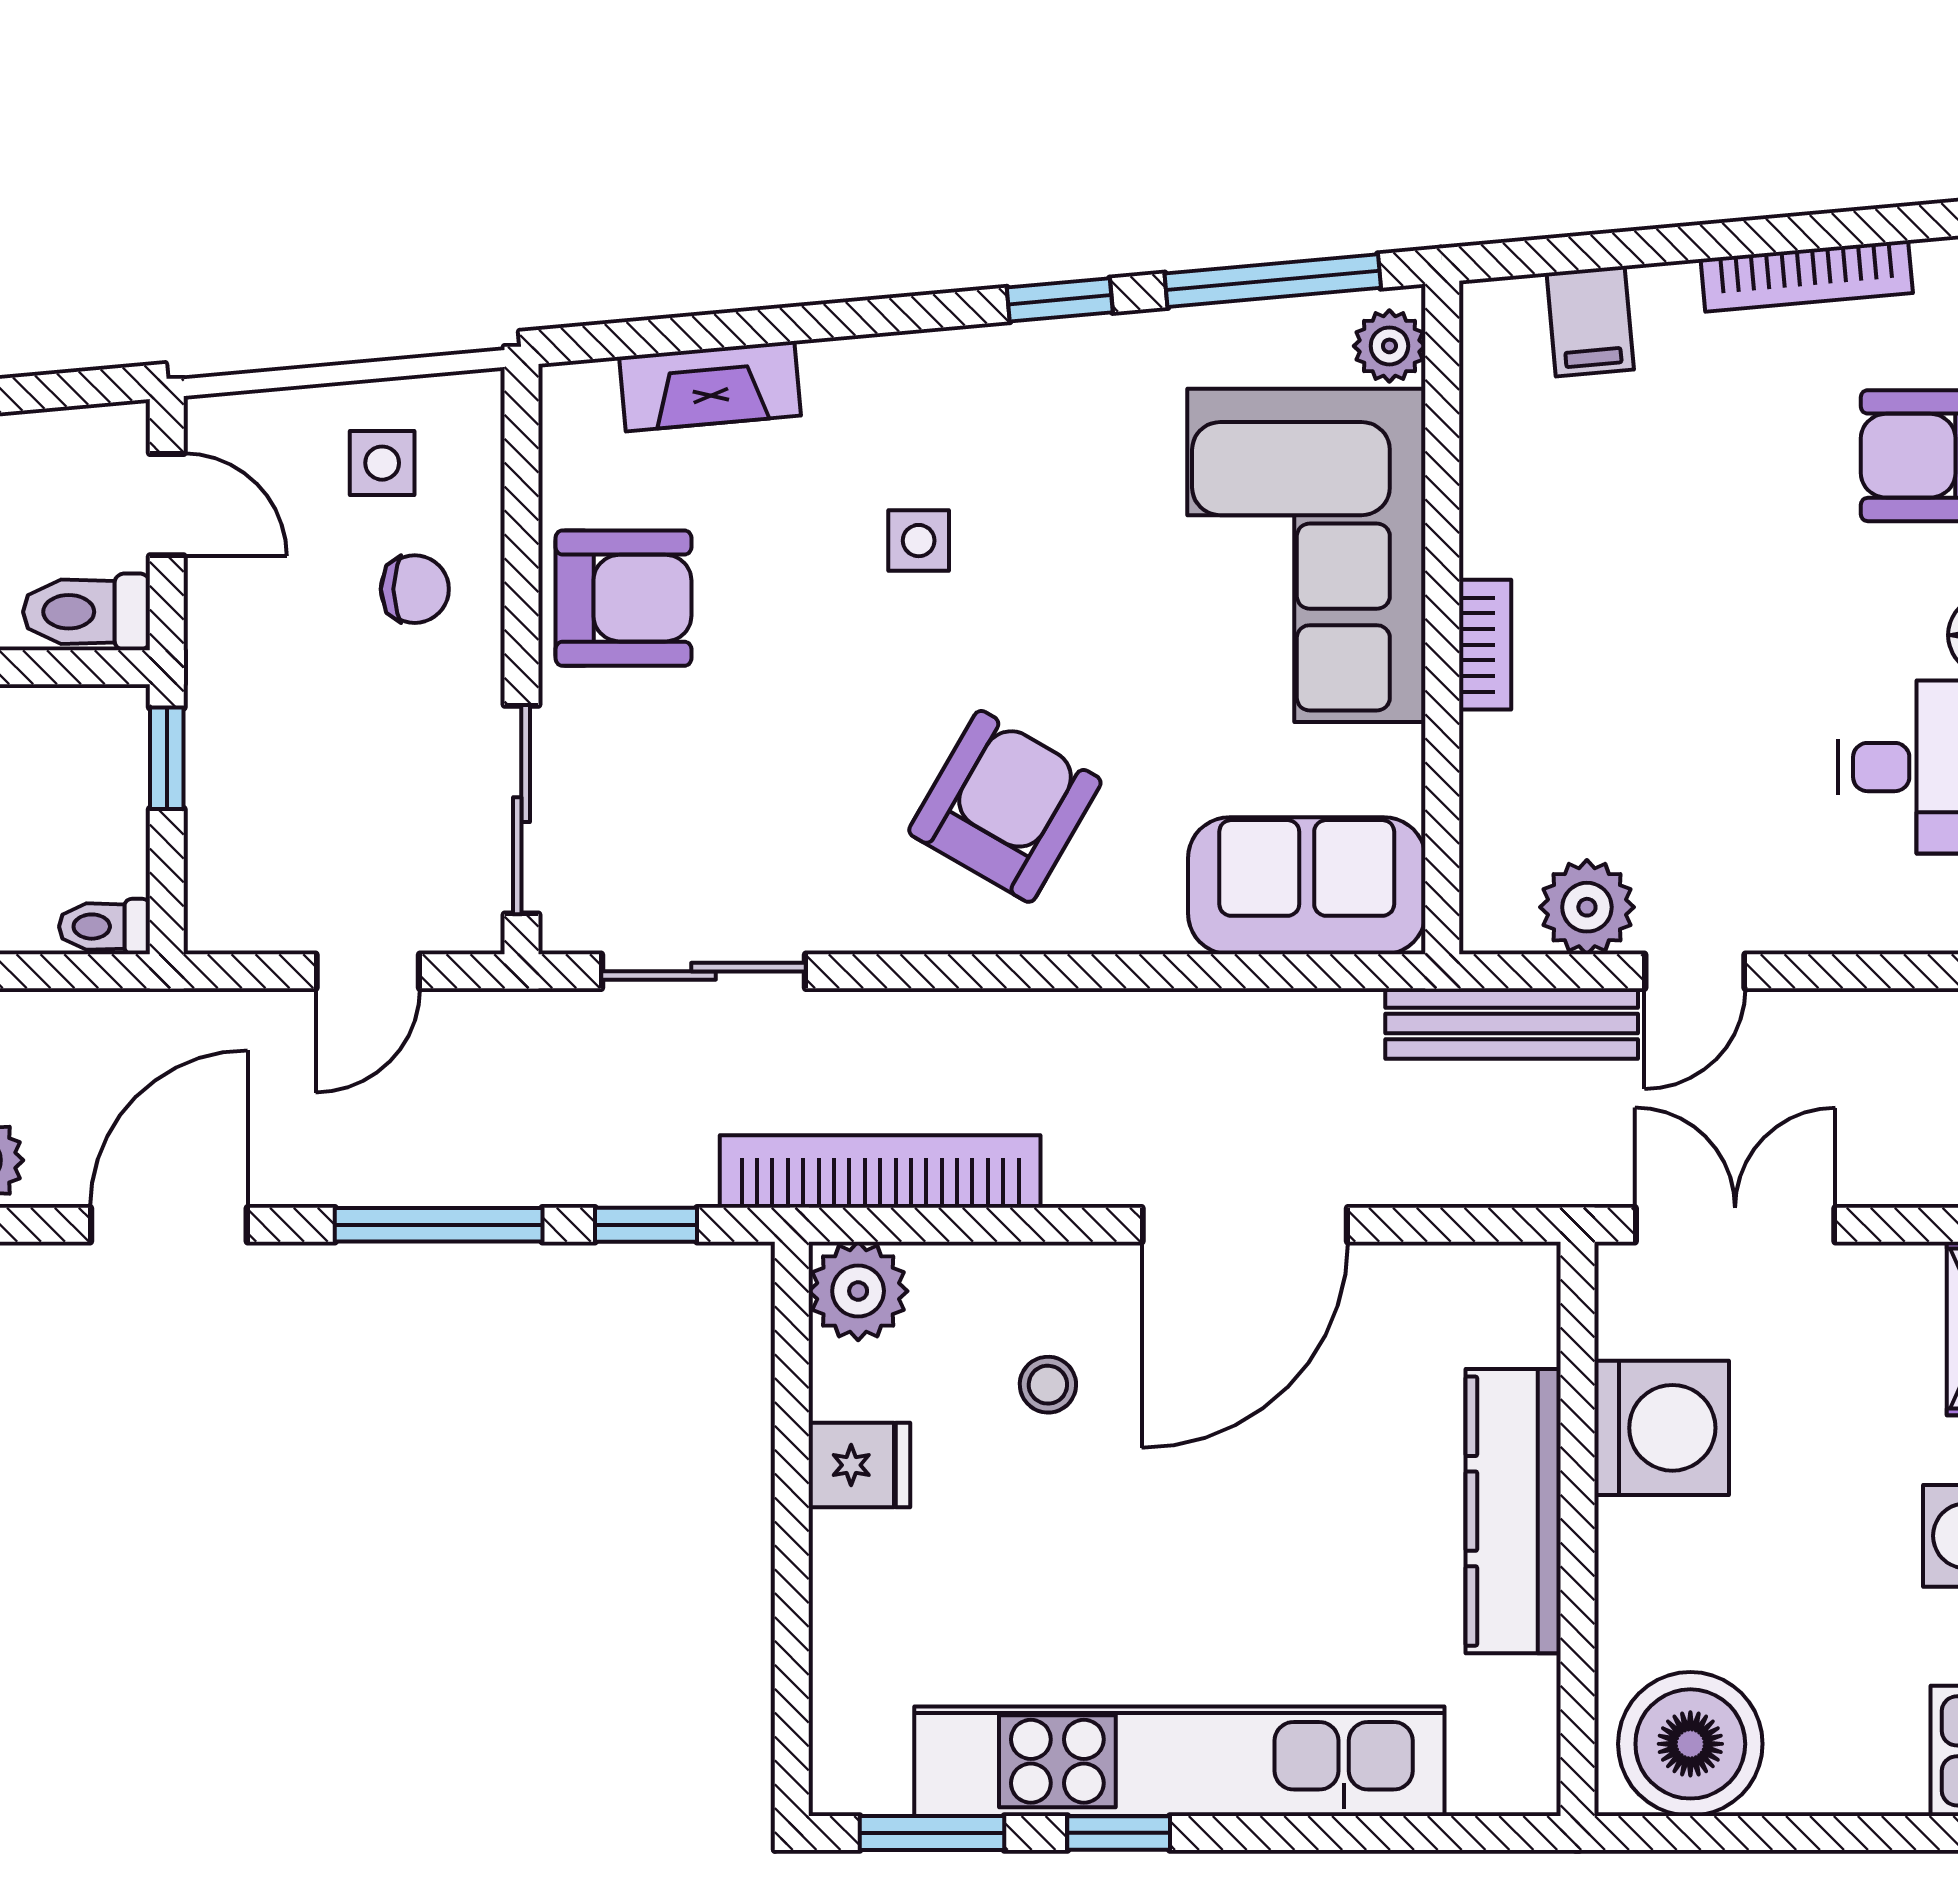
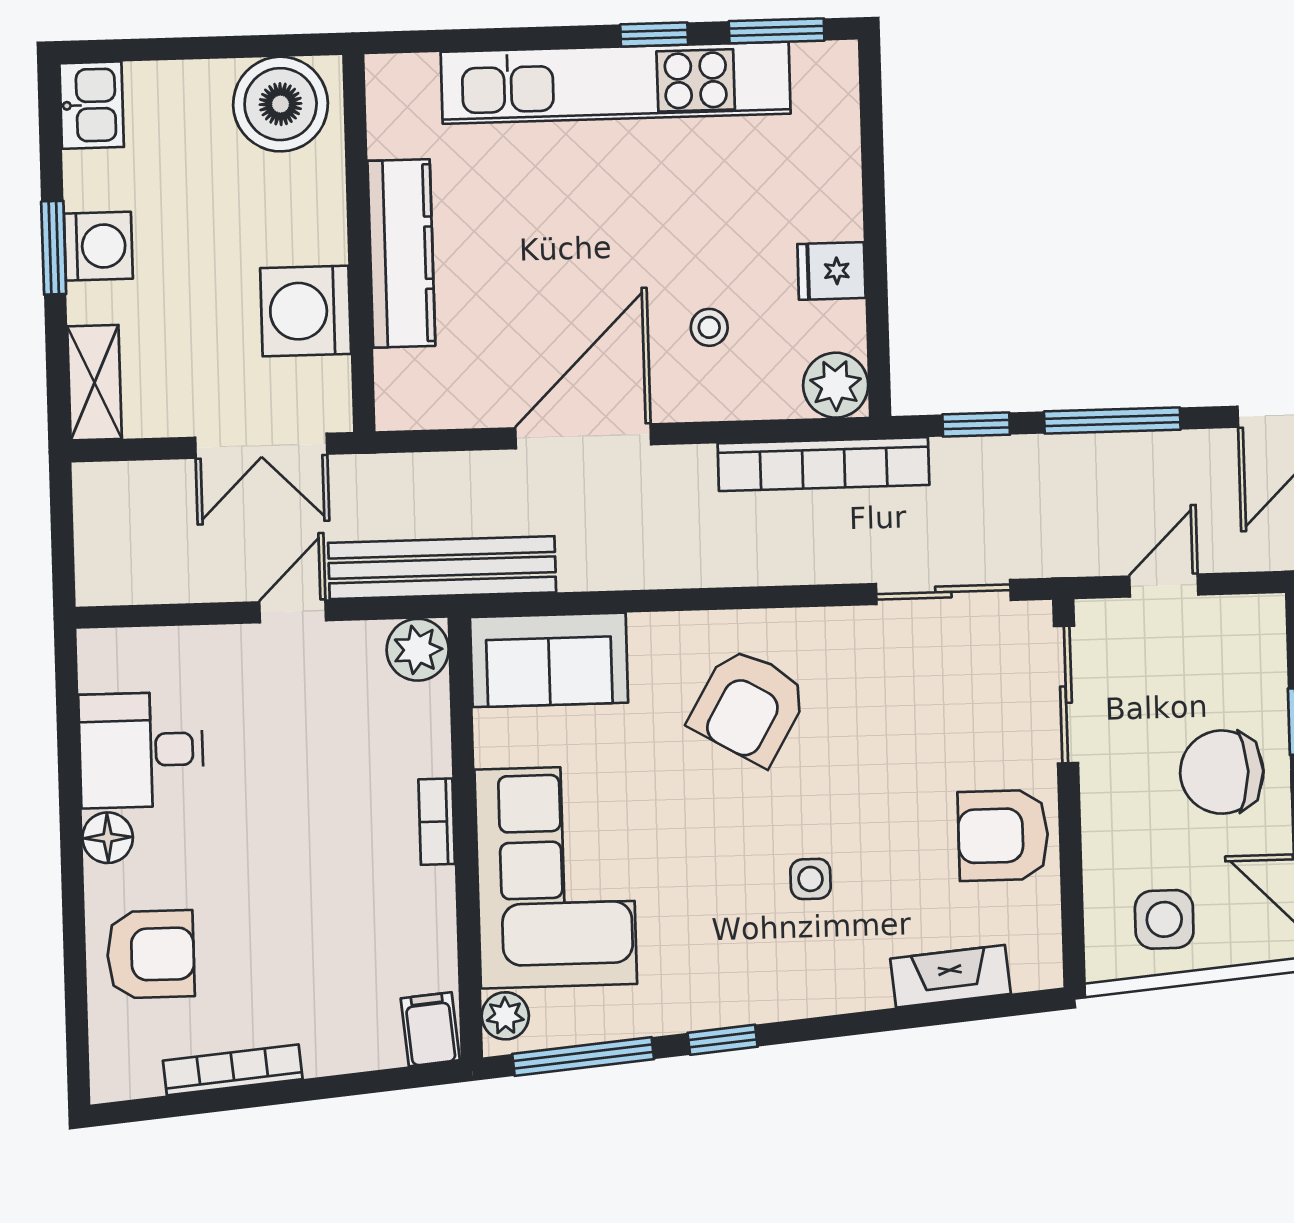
filing cabinet: (1590, 321) -> (430, 1029), moved
side table: (382, 463) -> (1164, 919), width x1.37, depth x1.37
chair: (415, 589) -> (1222, 772), moved, width x1.87, depth x1.87
plant: (1587, 907) -> (418, 650), moved
bench: (1512, 1023) -> (442, 568), width x1.37, depth x1.21

